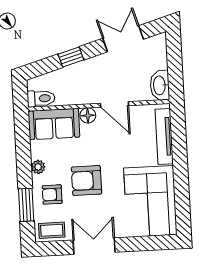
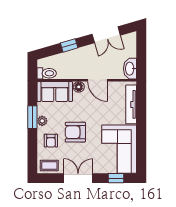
double door: (123, 39) -> (106, 35), swing flipped
armchair: (52, 194) -> (51, 141), turned -90
window: (26, 205) -> (32, 117), moved
window: (148, 243) -> (116, 178), added

